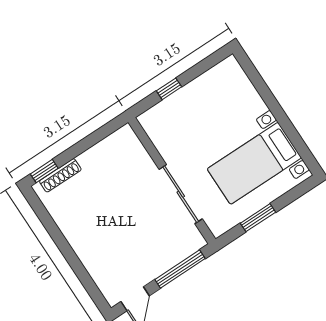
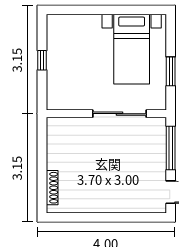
window: (169, 89) -> (42, 60), moved
window: (44, 171) -> (42, 197), removed

